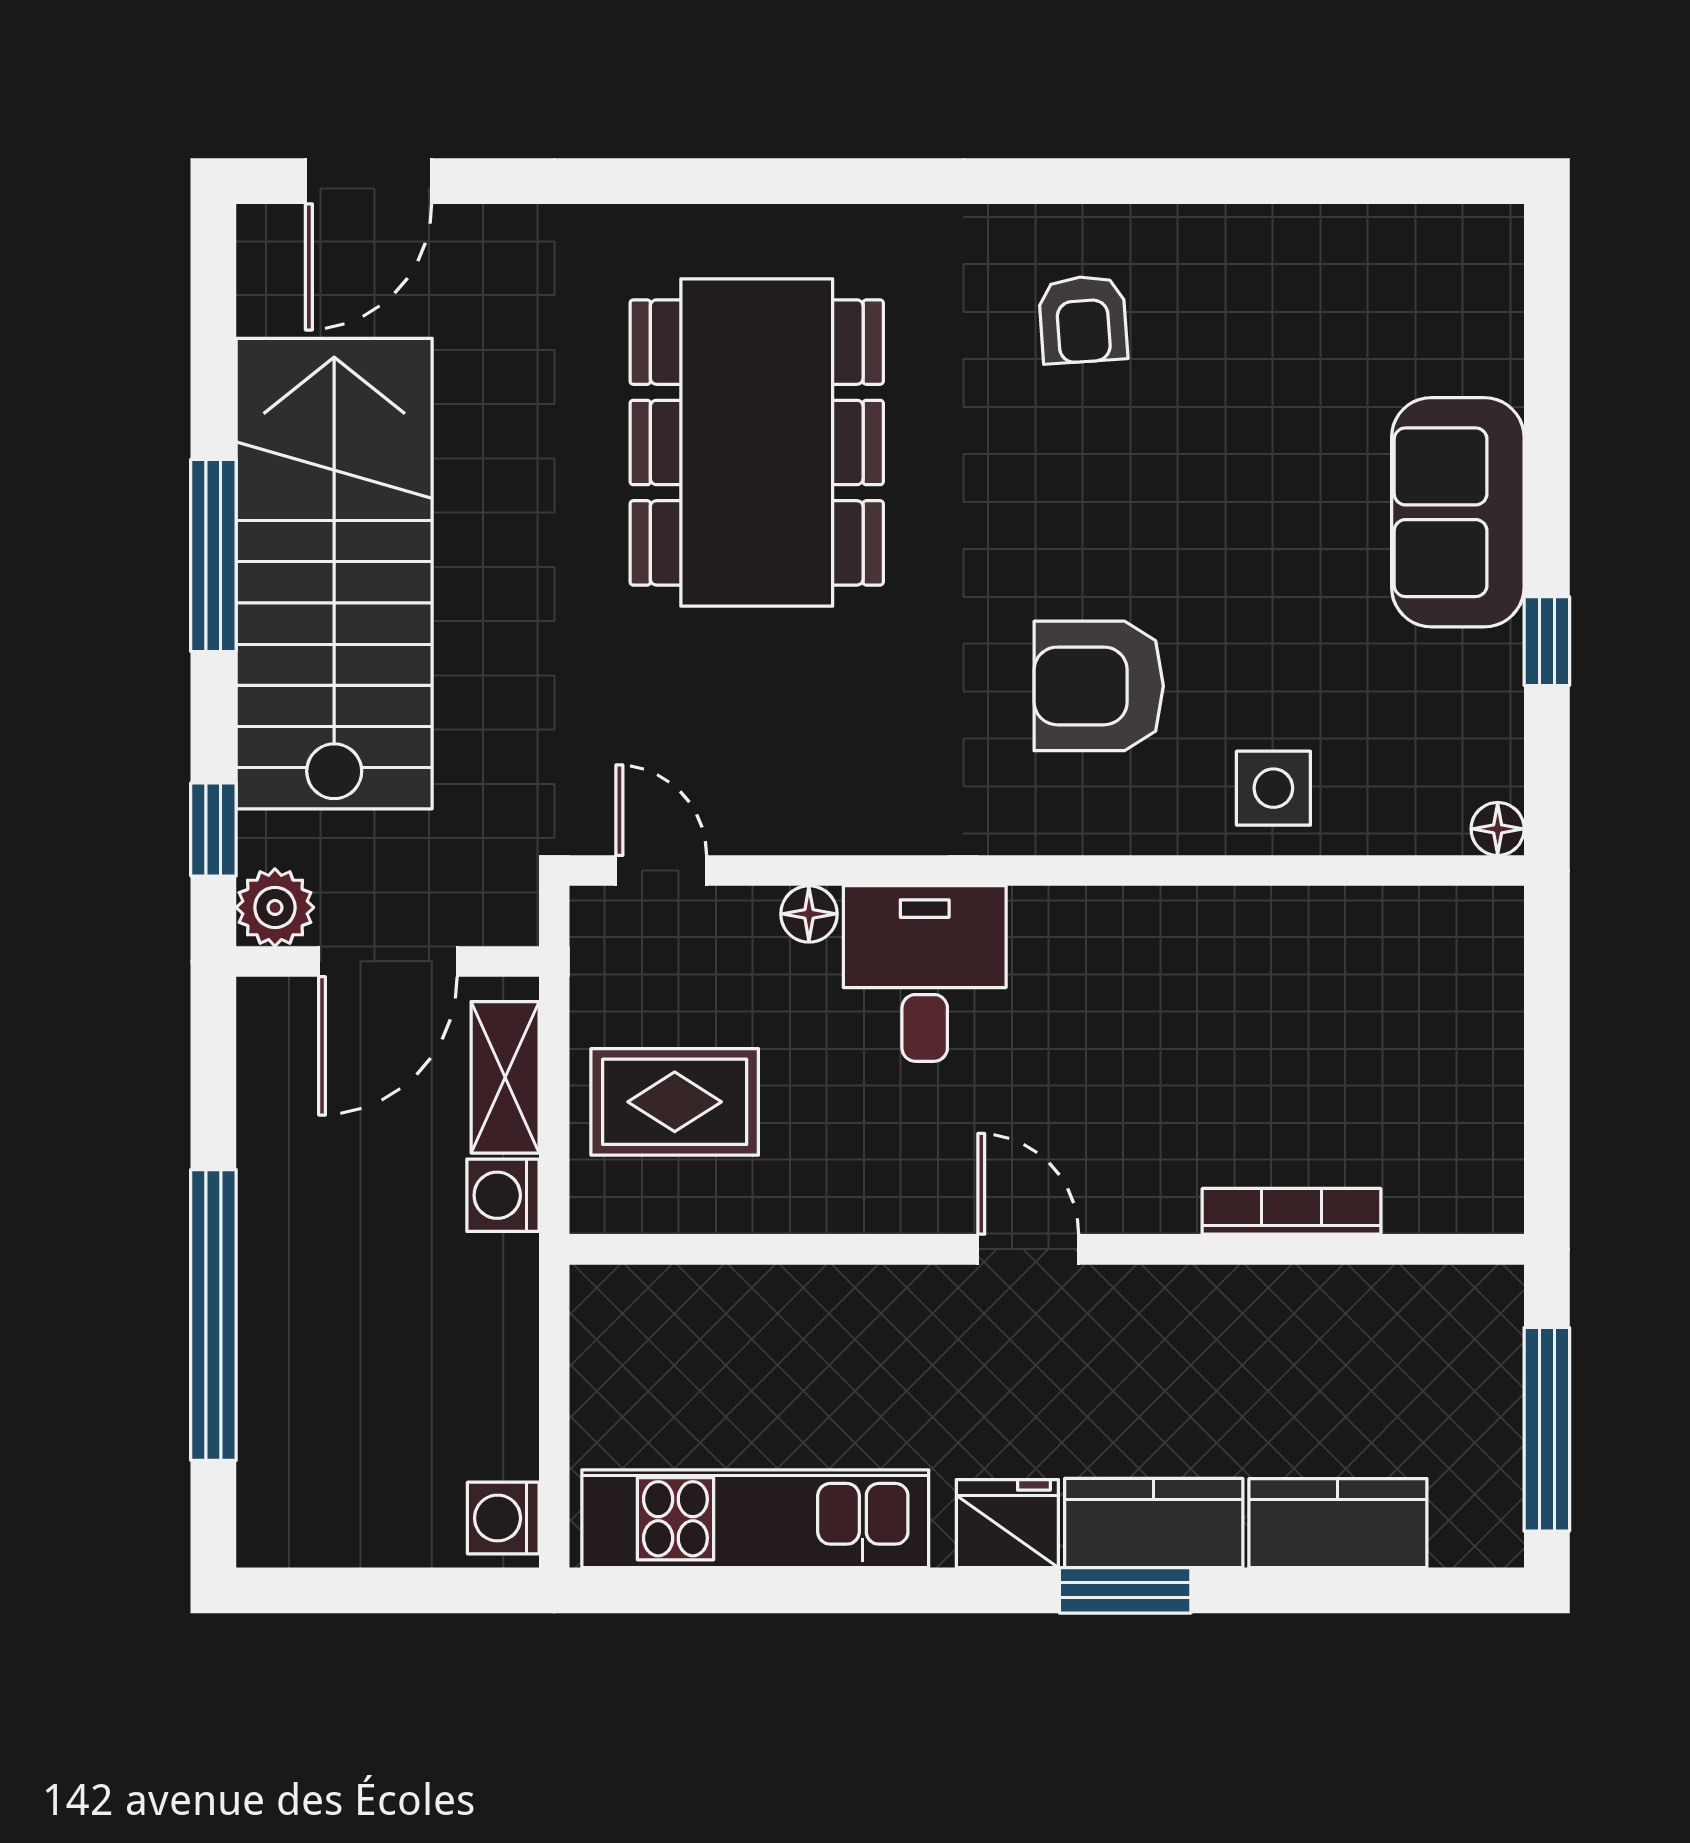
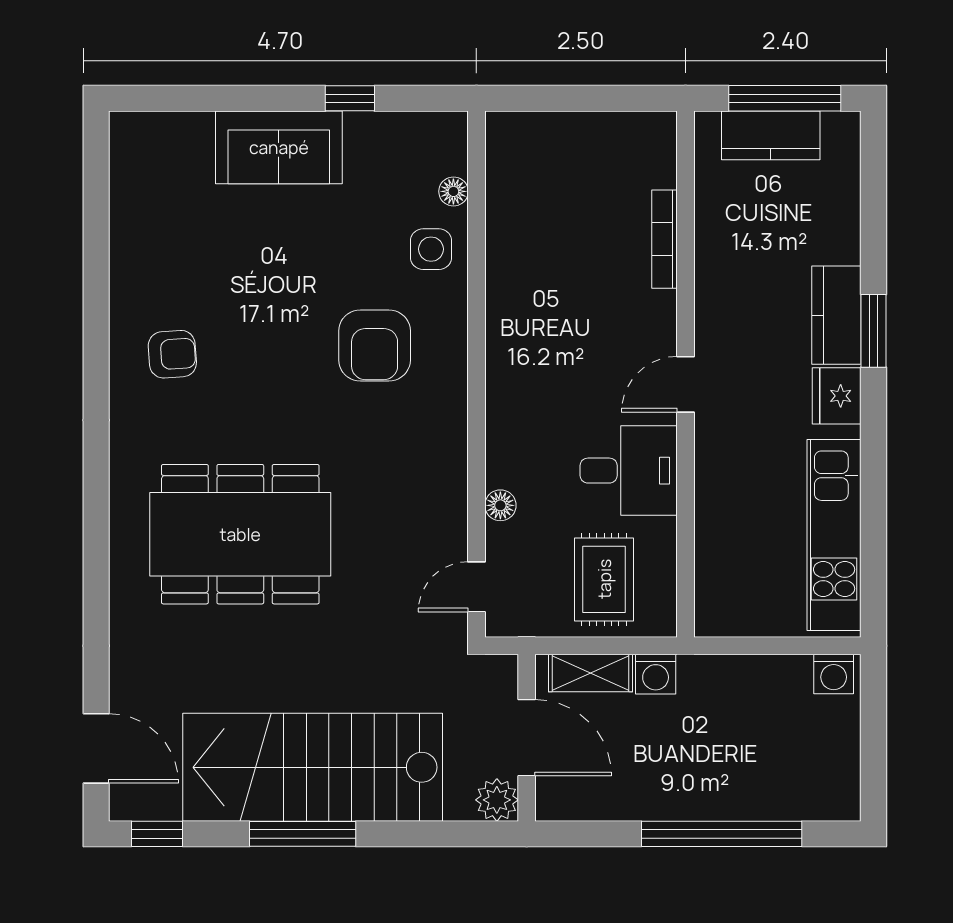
window: (213, 829) -> (157, 834), moved
floor lamp: (1498, 829) -> (453, 191), moved
desk: (925, 974) -> (629, 471), moved, turned 180
kitchen counter: (1338, 1523) -> (771, 135), moved, turned -90

